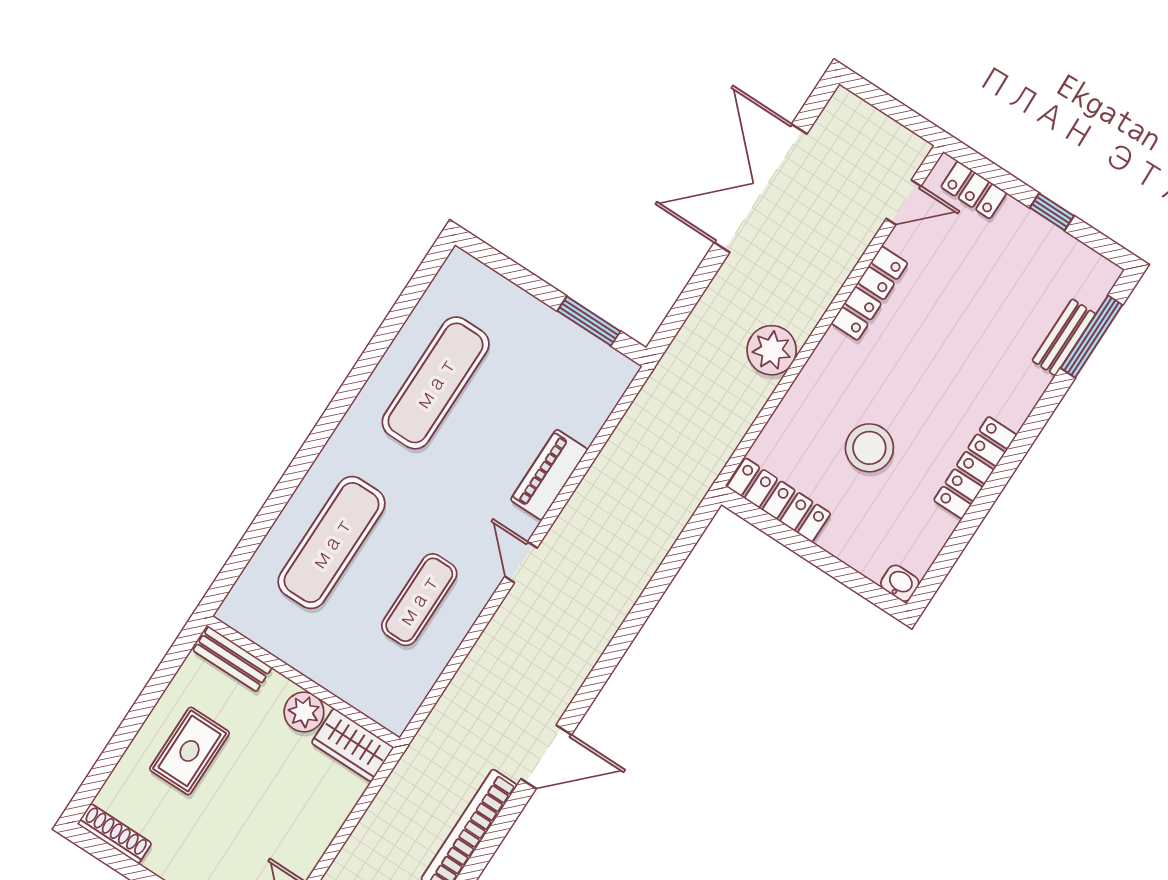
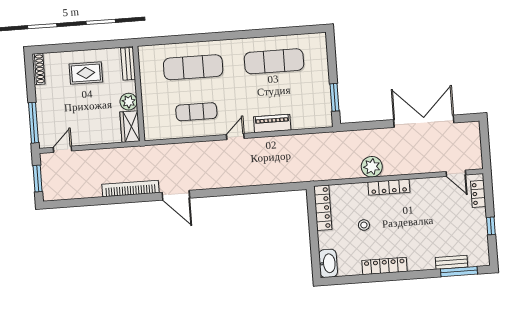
locker: (870, 293) -> (389, 187), moved
stool: (869, 448) -> (364, 225), width x0.53, depth x0.53
washbasin: (900, 583) -> (328, 263), width x1.91, depth x1.45

